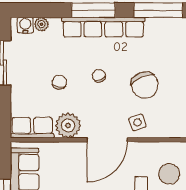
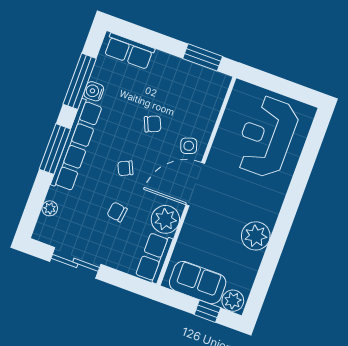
water cooler: (25, 25) -> (94, 91), moved
chair: (145, 85) -> (153, 124), width x0.54, depth x0.54
door: (107, 140) -> (195, 184), swing flipped

